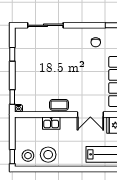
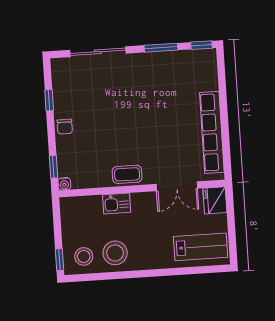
window: (86, 25) -> (161, 48), added
chair: (96, 42) -> (65, 127), moved

